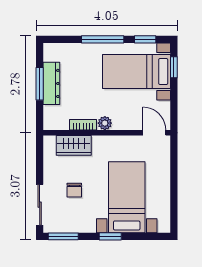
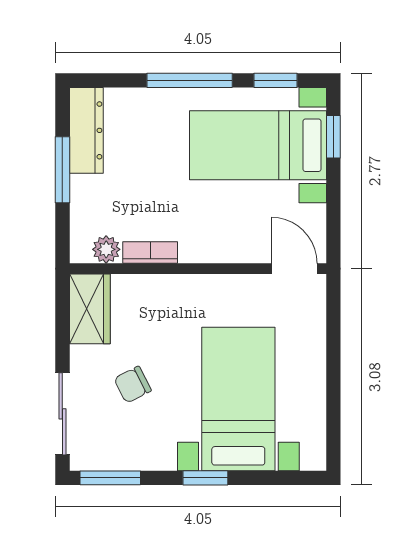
dresser: (51, 83) -> (86, 130), moved
plant: (105, 123) -> (106, 249), moved
wardrobe: (74, 145) -> (90, 309), moved, turned -90
chair: (74, 190) -> (133, 385), turned 63

